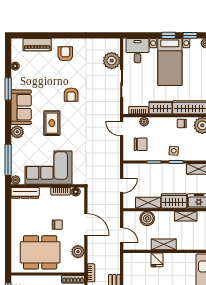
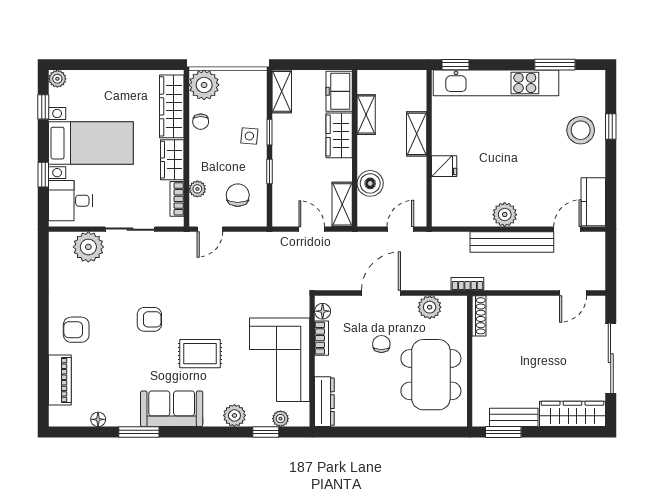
window: (168, 35) -> (43, 175), moved
plant: (17, 132) -> (234, 415), moved
window: (8, 160) -> (266, 432), width x0.46
plant: (16, 180) -> (280, 419), moved
shelving: (148, 203) -> (342, 204), moved
shelving: (164, 244) -> (417, 134), moved

